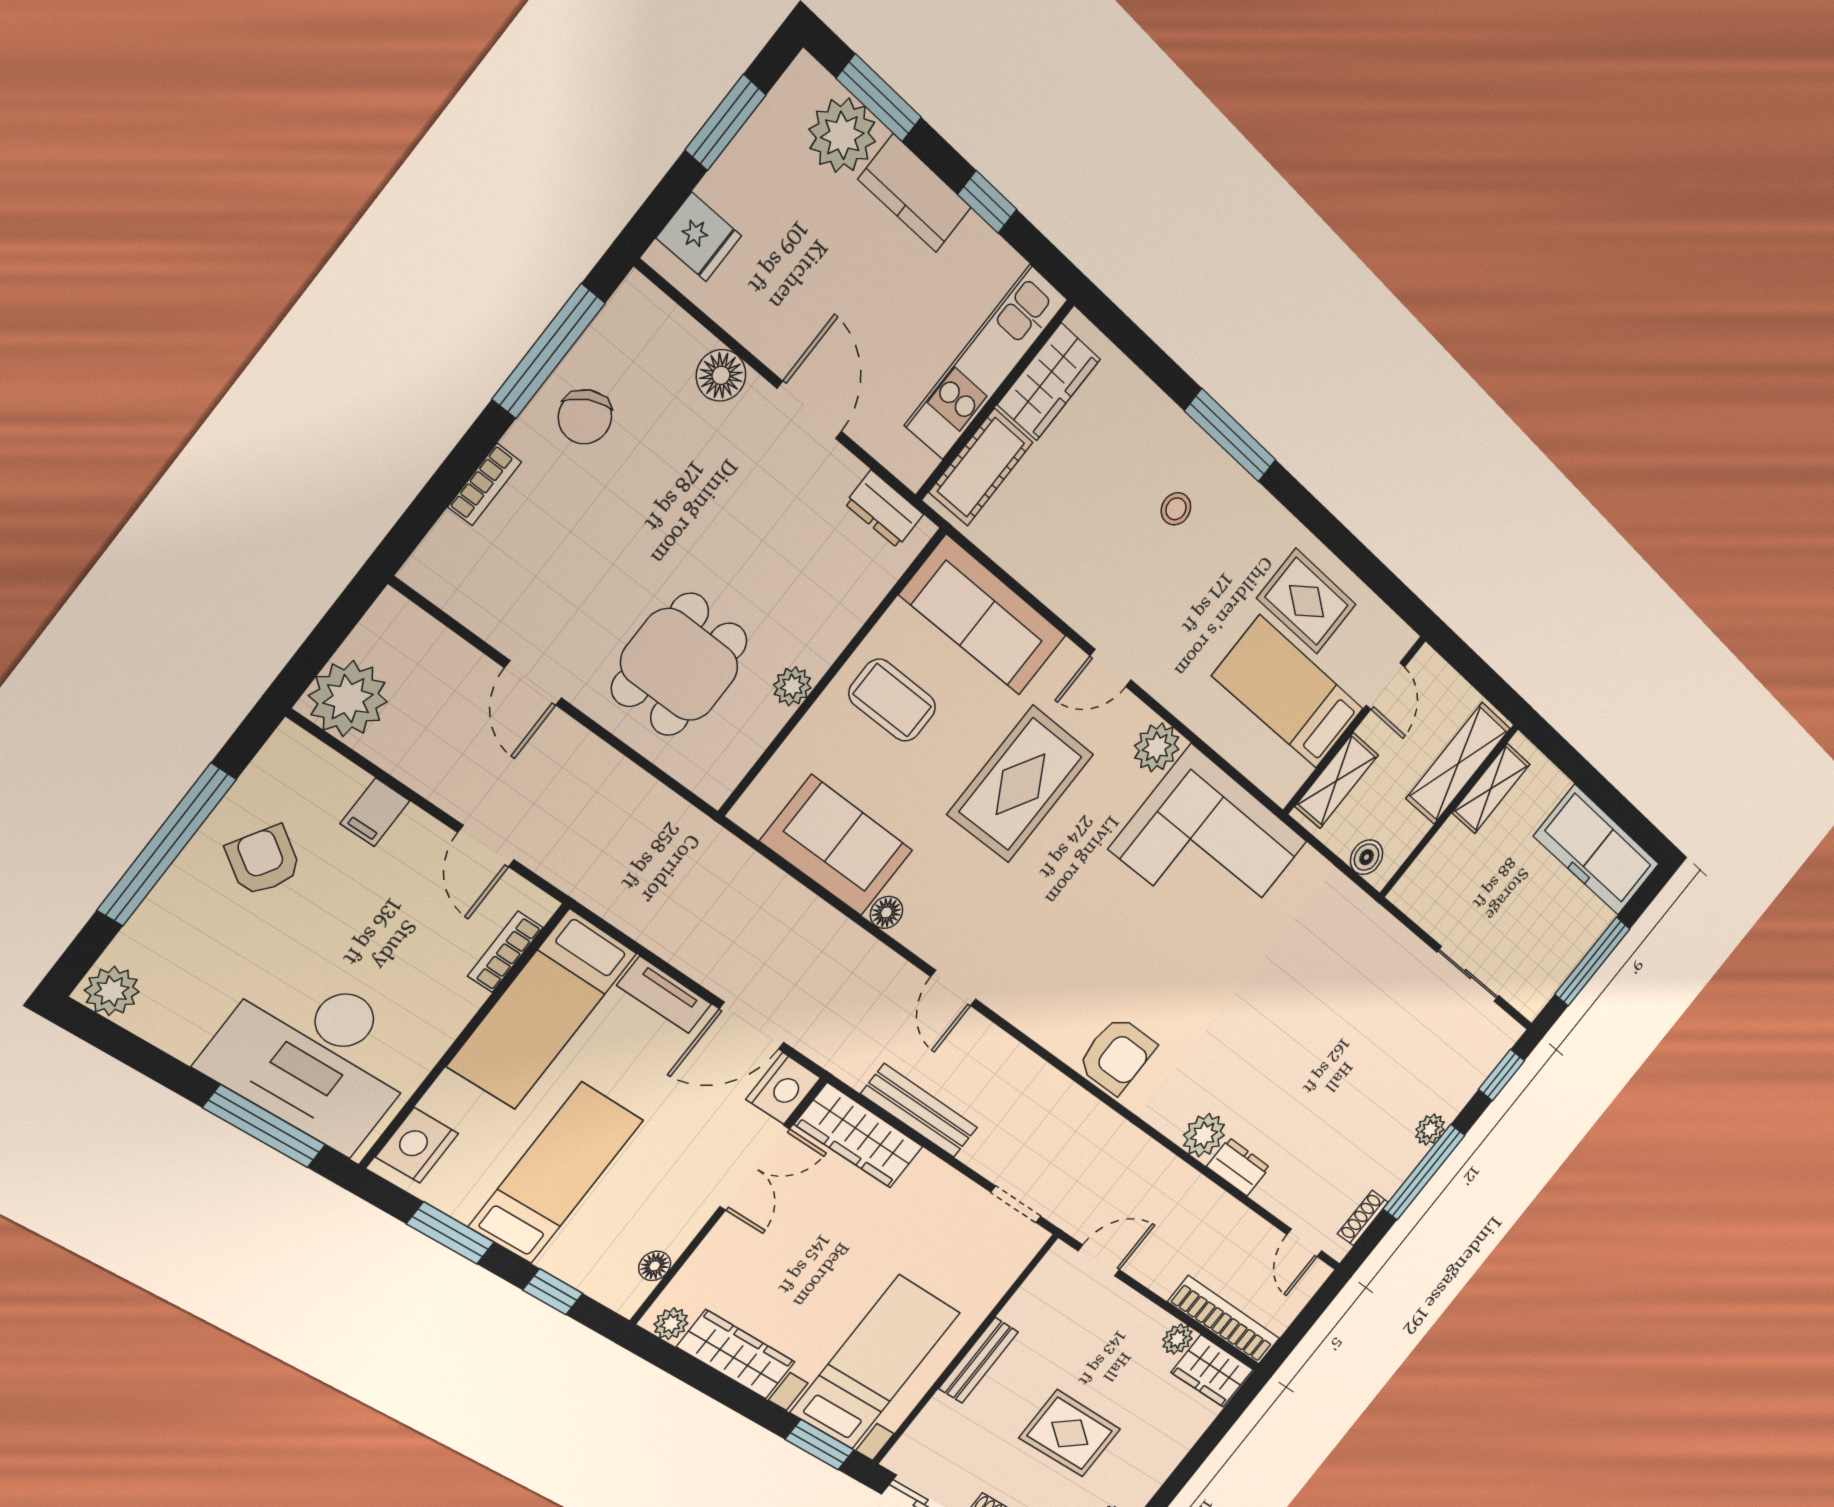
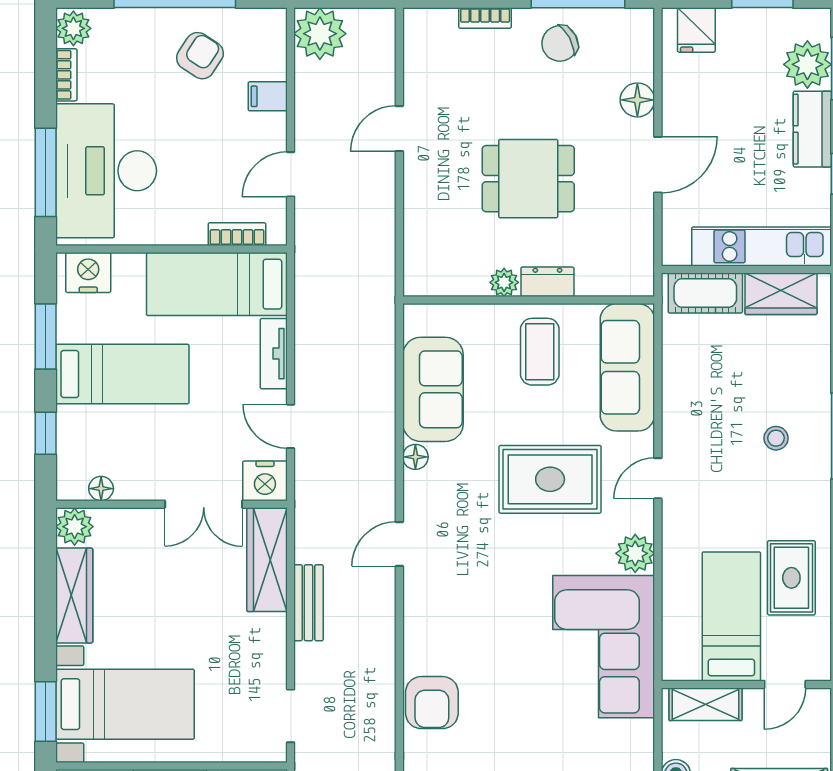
dresser: (884, 509) -> (547, 282), moved, turned 90
dining table: (679, 665) -> (528, 179), moved
door: (1111, 668) -> (658, 478), hinge flipped
door: (752, 1026) -> (291, 426), width x0.73
bookcase: (164, 1034) -> (66, 75), added
bench: (919, 1111) -> (308, 603), width x0.73
plant: (671, 1324) -> (75, 527), width x1.38, depth x1.38

